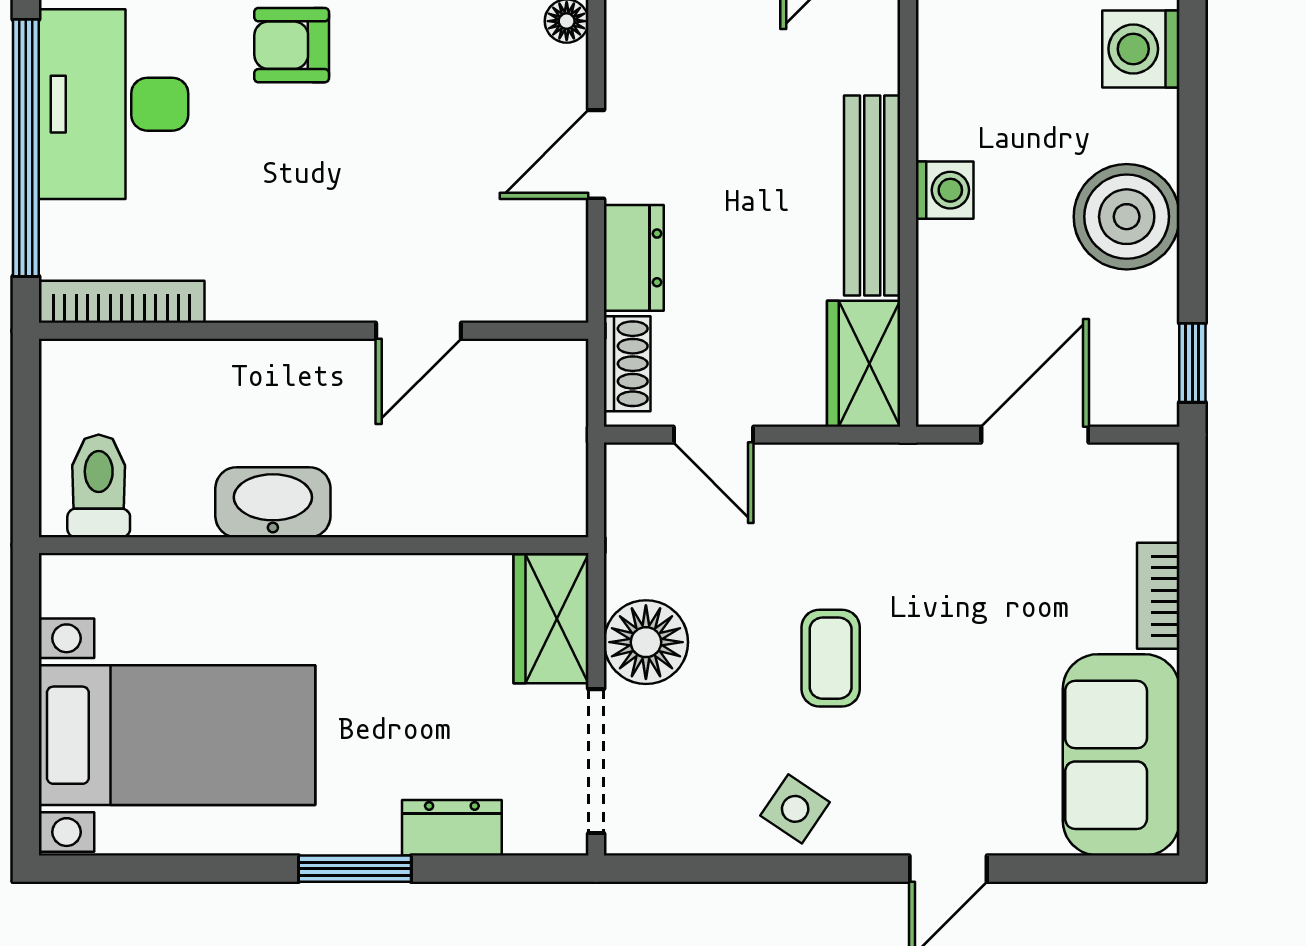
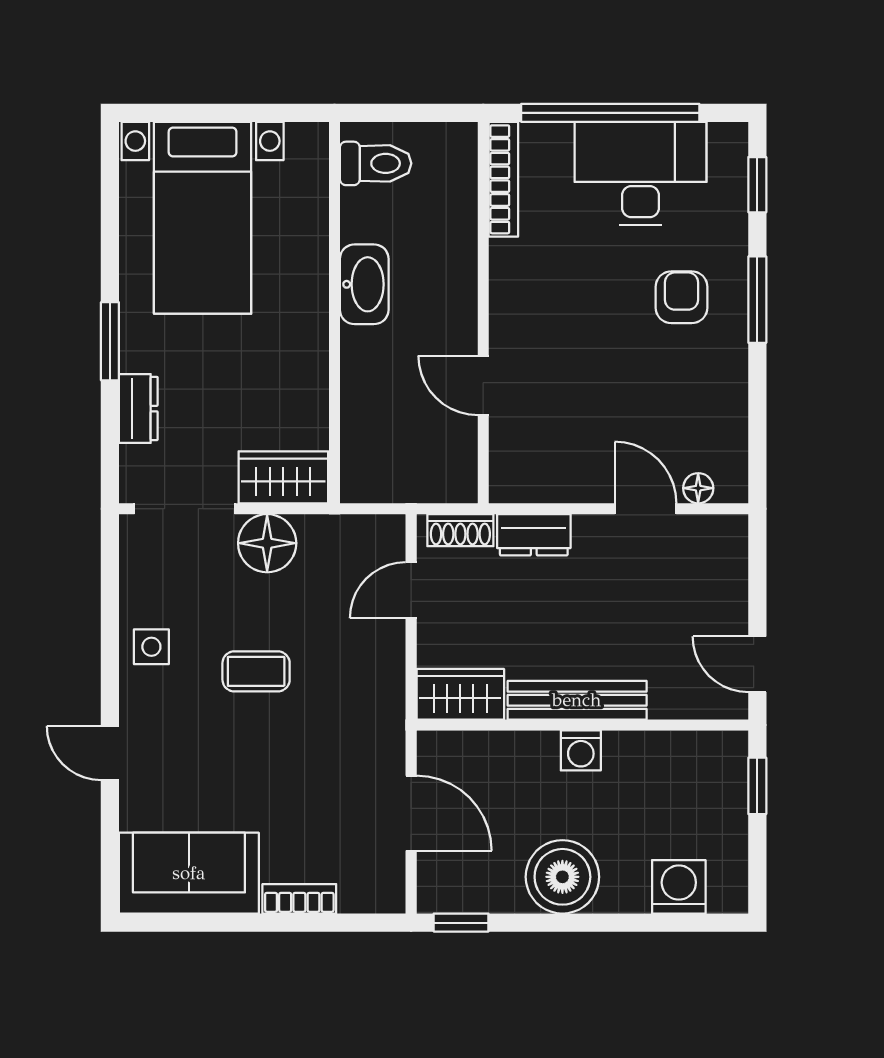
door: (596, 154) -> (646, 509), moved
side table: (795, 809) -> (151, 647), turned -34

